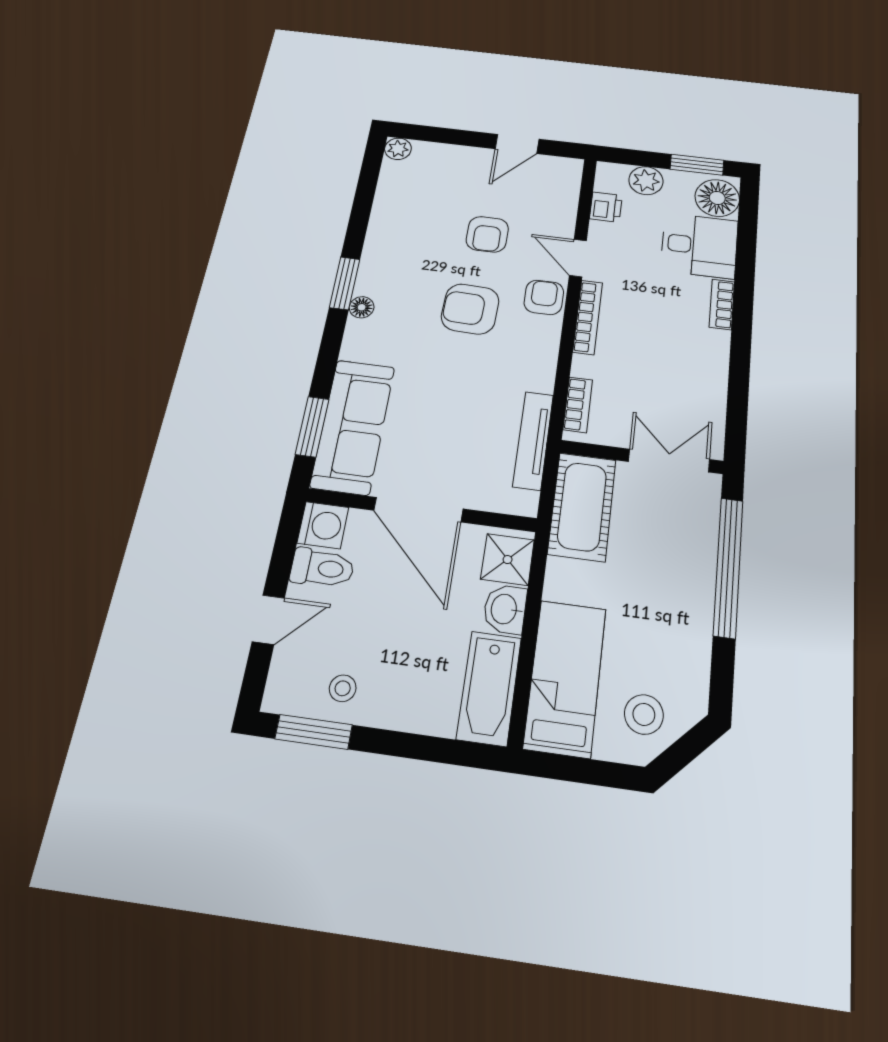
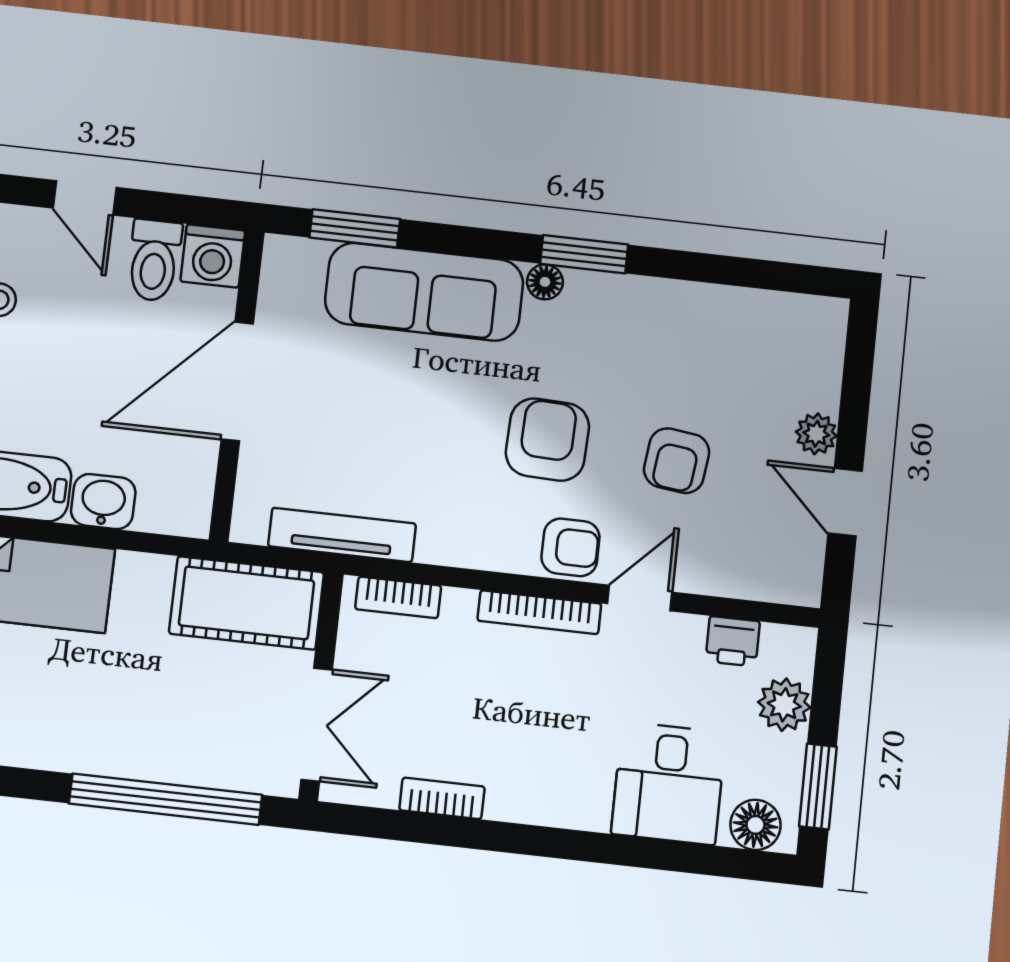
plant: (398, 149) -> (816, 434), moved
floor lamp: (717, 198) -> (755, 825), width x0.73, depth x0.73
armchair: (487, 234) -> (677, 461), turned -83
bookcase: (722, 304) -> (442, 798), moved
sofa: (353, 426) -> (424, 292), moved
shower: (508, 560) -> (170, 503), removed

